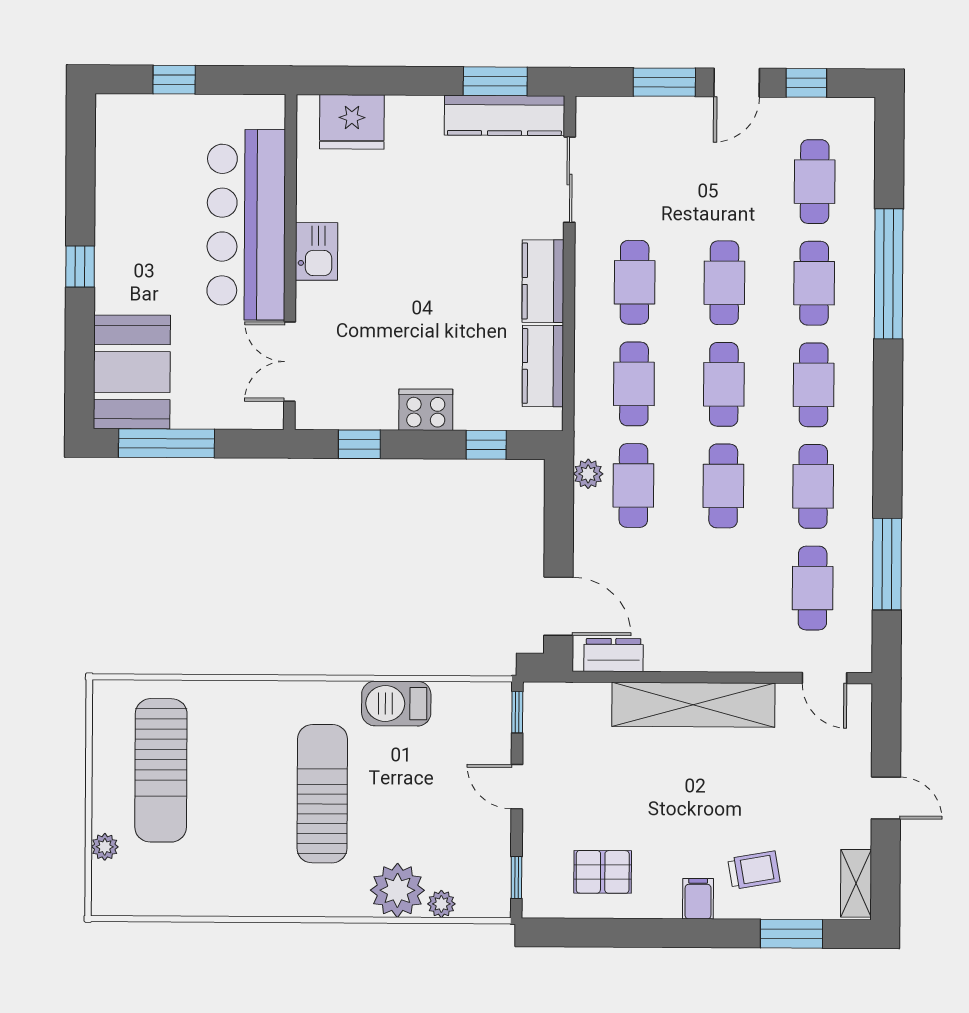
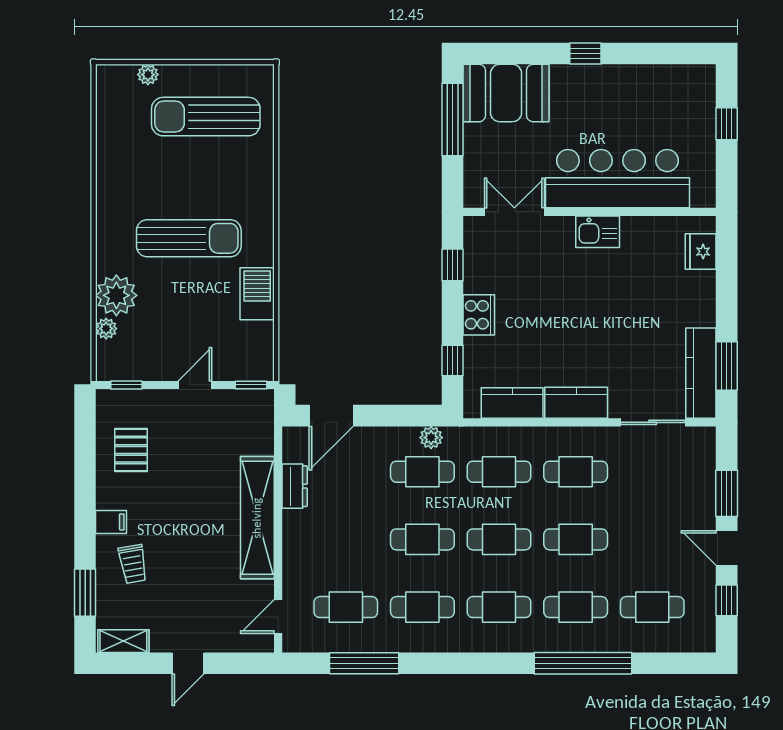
fridge: (352, 122) -> (701, 252), width x0.73, depth x0.75
dresser: (614, 655) -> (295, 486), moved

